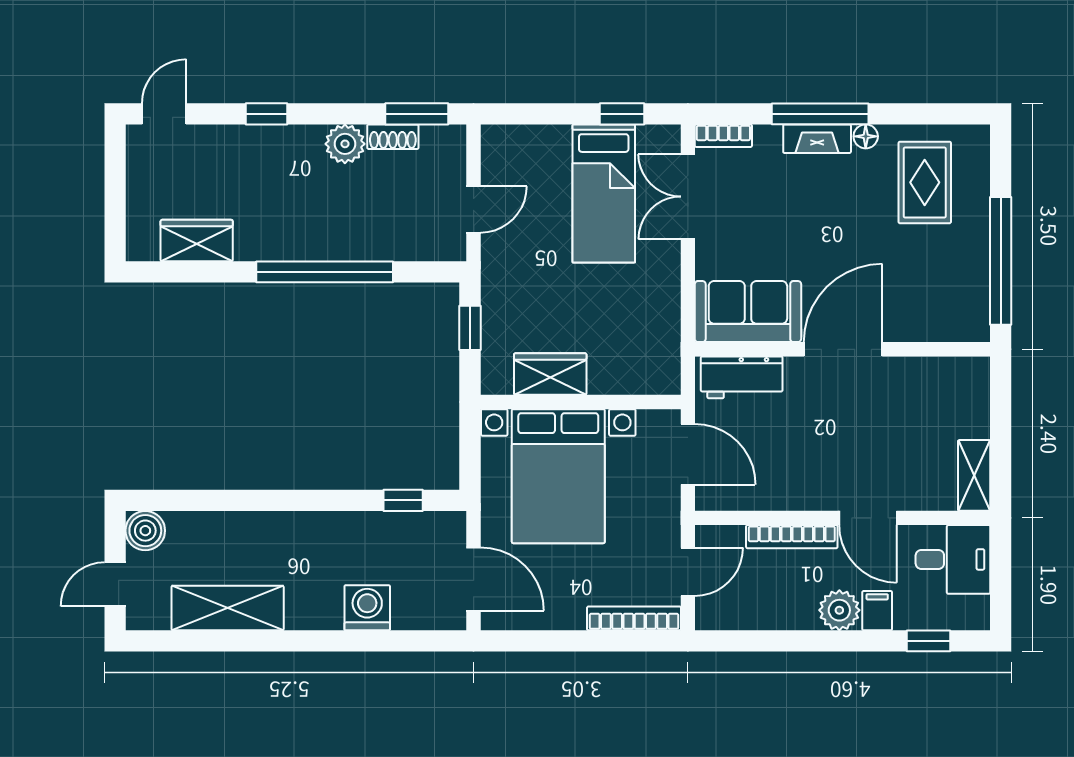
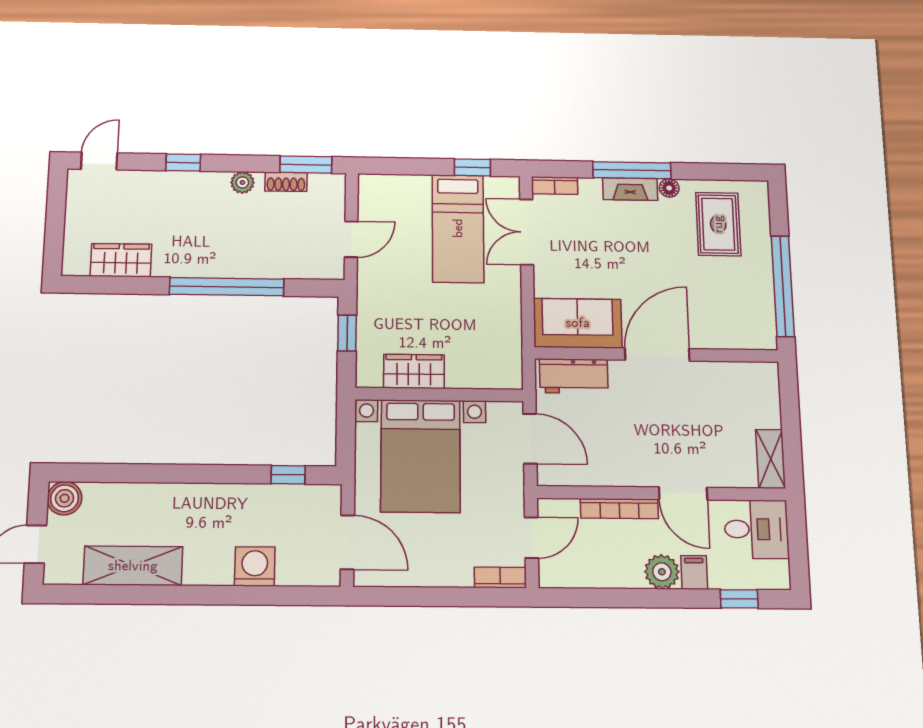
plant: (345, 144) -> (242, 182), width x0.73, depth x0.73
bookcase: (634, 618) -> (500, 578), width x0.64

